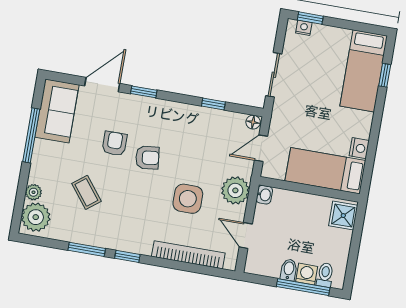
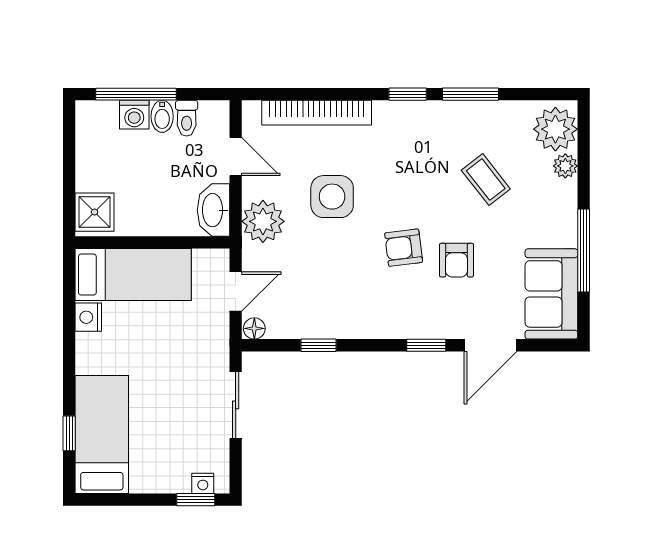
washbasin: (264, 195) -> (213, 210), width x1.91, depth x1.45
toilet: (325, 275) -> (187, 118), moved

